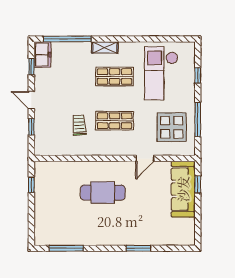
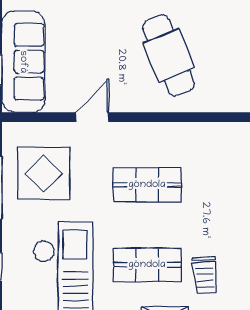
trolley: (79, 125) -> (205, 275), moved
cafe table: (103, 193) -> (169, 55), turned 68

